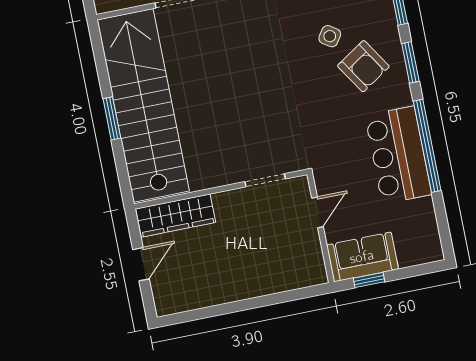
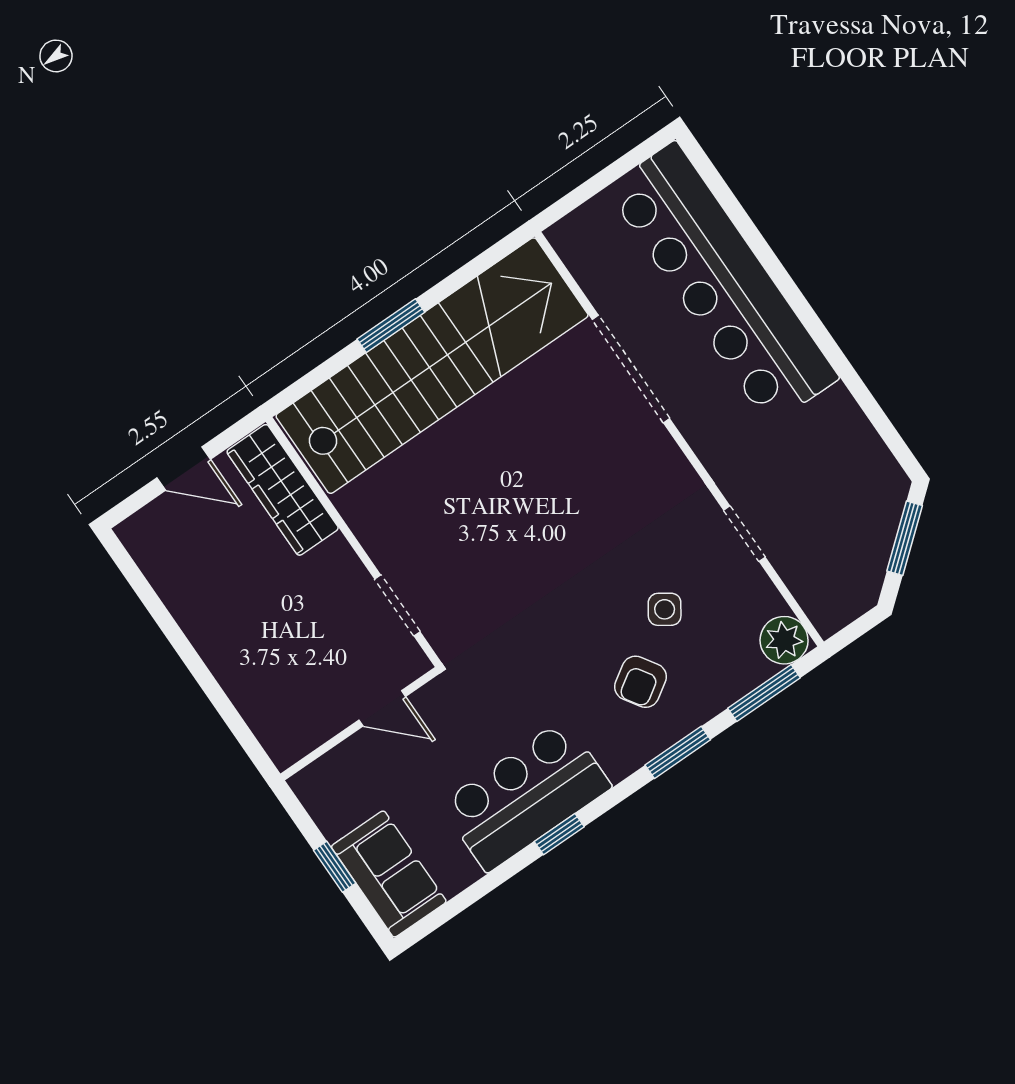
armchair: (363, 66) -> (641, 682), width x0.72, depth x0.72
window: (427, 146) -> (559, 834), width x0.32
sofa: (362, 257) -> (389, 874), moved
window: (369, 280) -> (335, 867), moved

